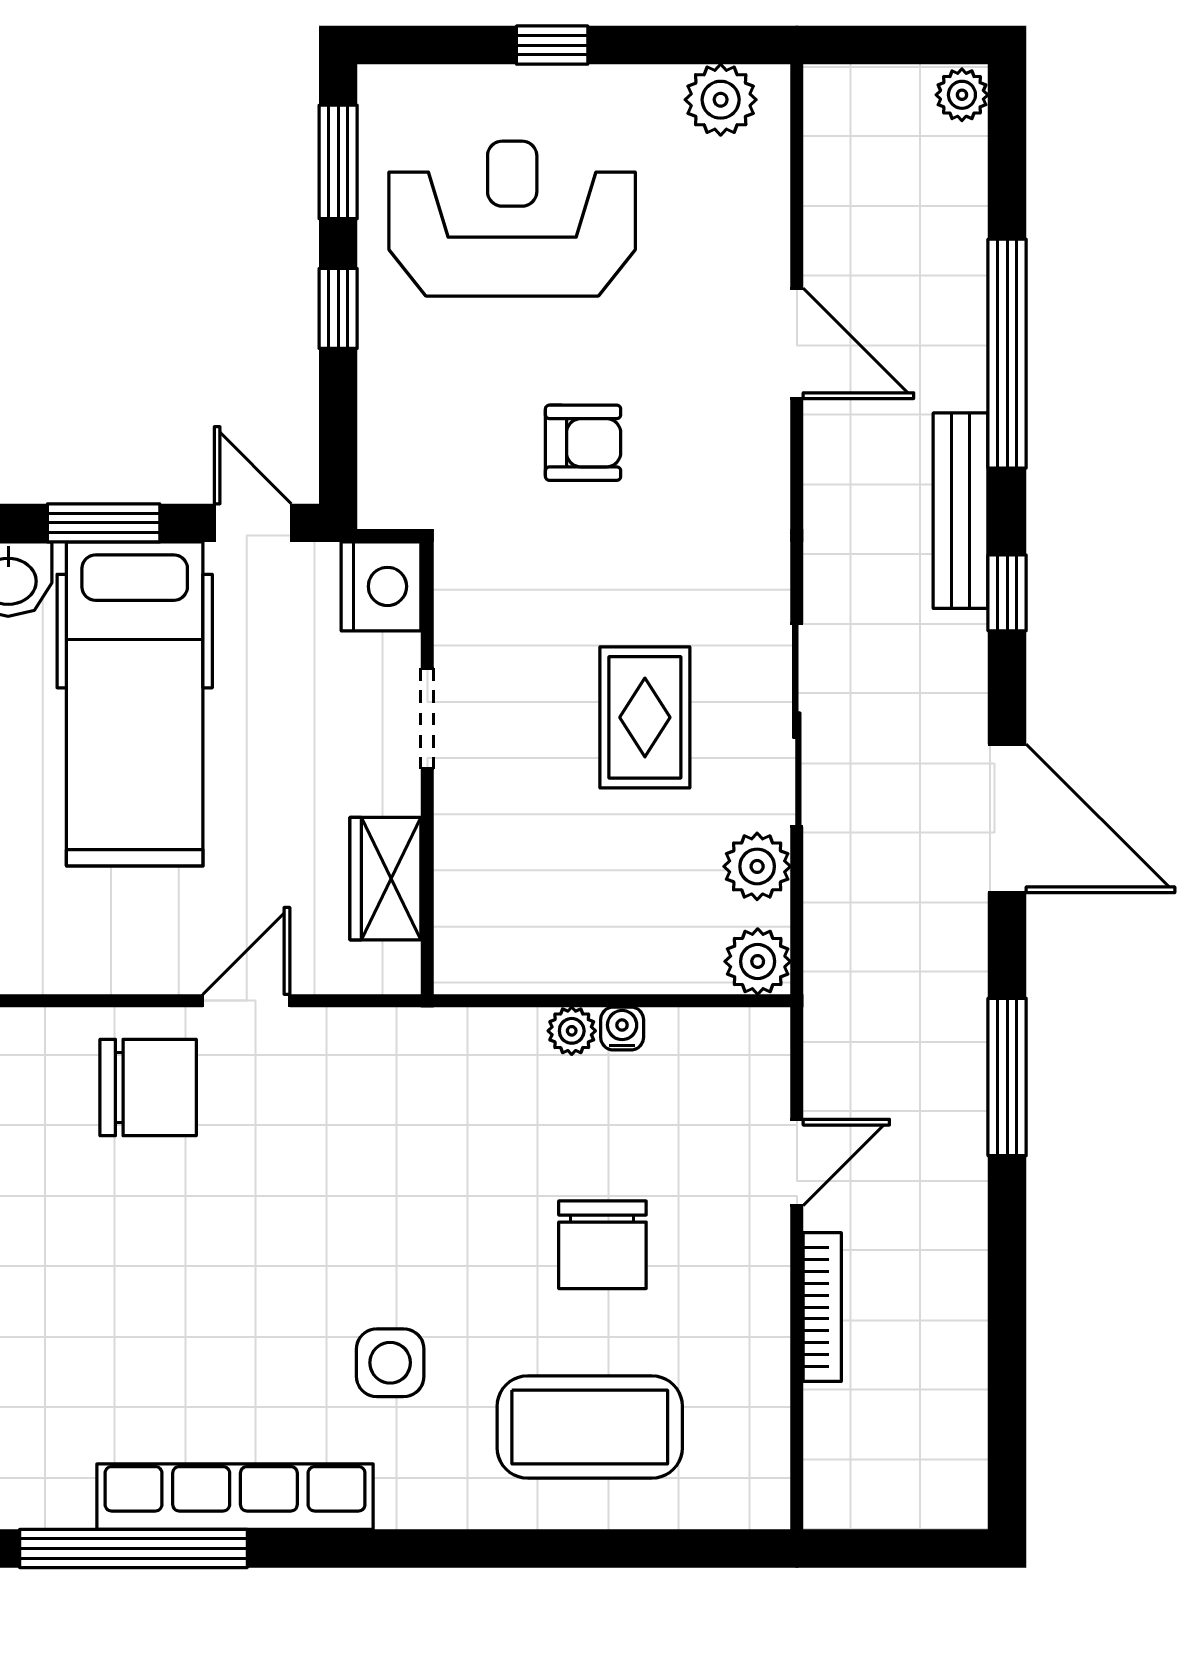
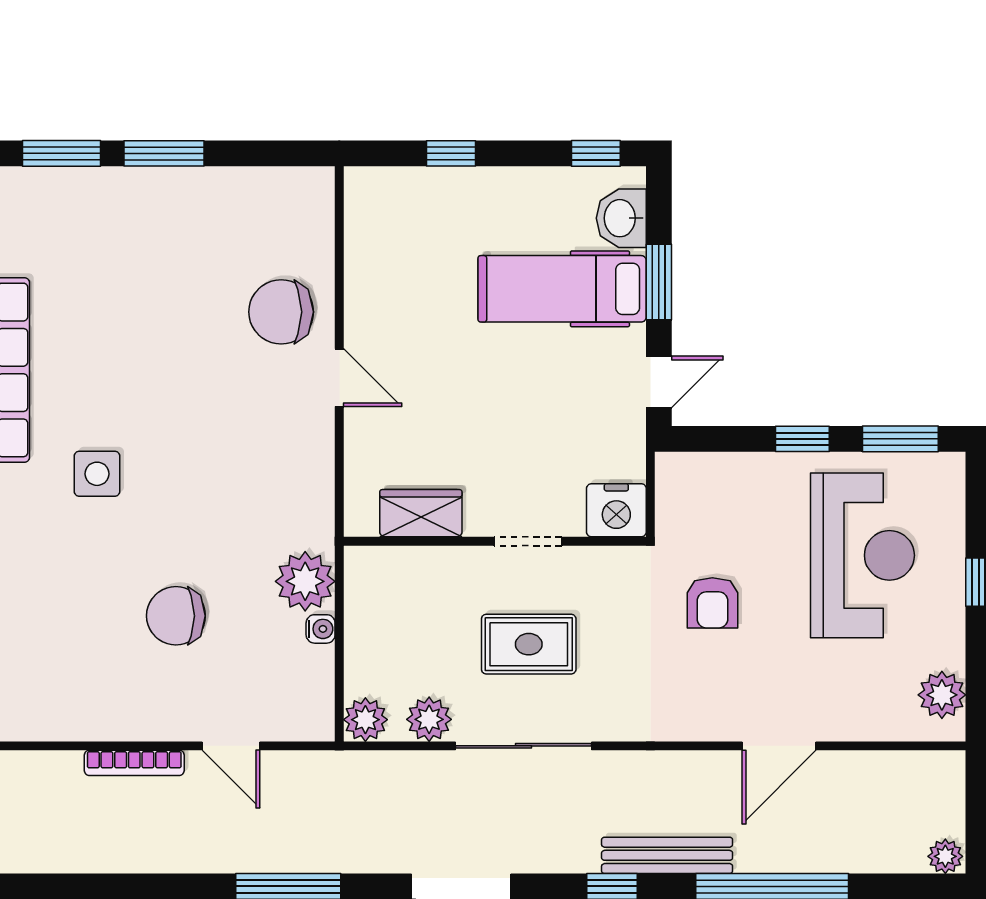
nightstand: (381, 586) -> (616, 510), moved
hospital bed: (135, 704) -> (562, 289), width x0.73, depth x0.78
doorway: (427, 719) -> (528, 541), moved
wall: (427, 768) -> (495, 541), moved
wardrobe: (385, 879) -> (421, 513), moved
plant: (572, 1031) -> (305, 581), width x1.87, depth x1.87
chair: (148, 1087) -> (281, 312), turned 90
coffee table: (590, 1427) -> (54, 607), removed

